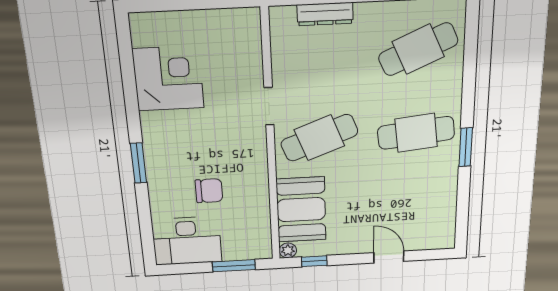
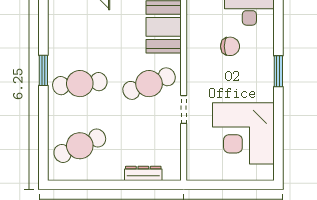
corner desk: (168, 79) -> (243, 133), width x1.36, depth x1.36
chair: (209, 191) -> (230, 46), turned 180

